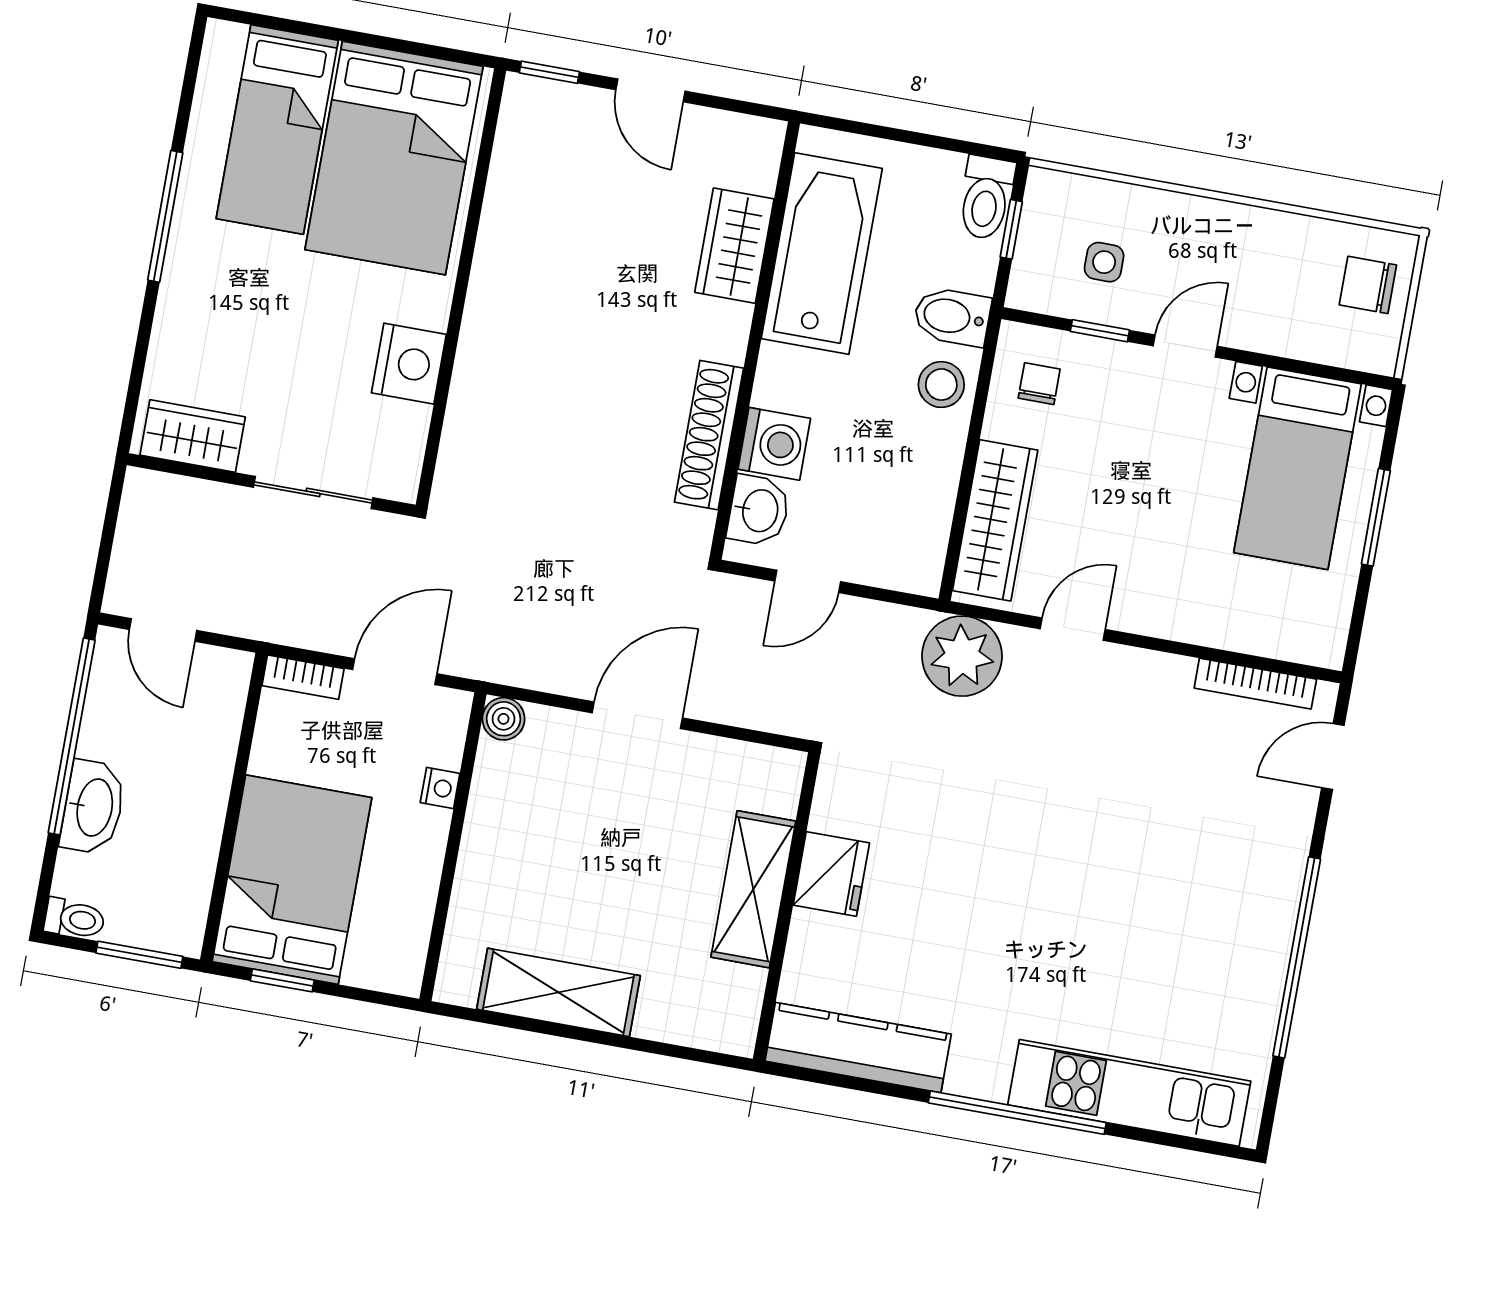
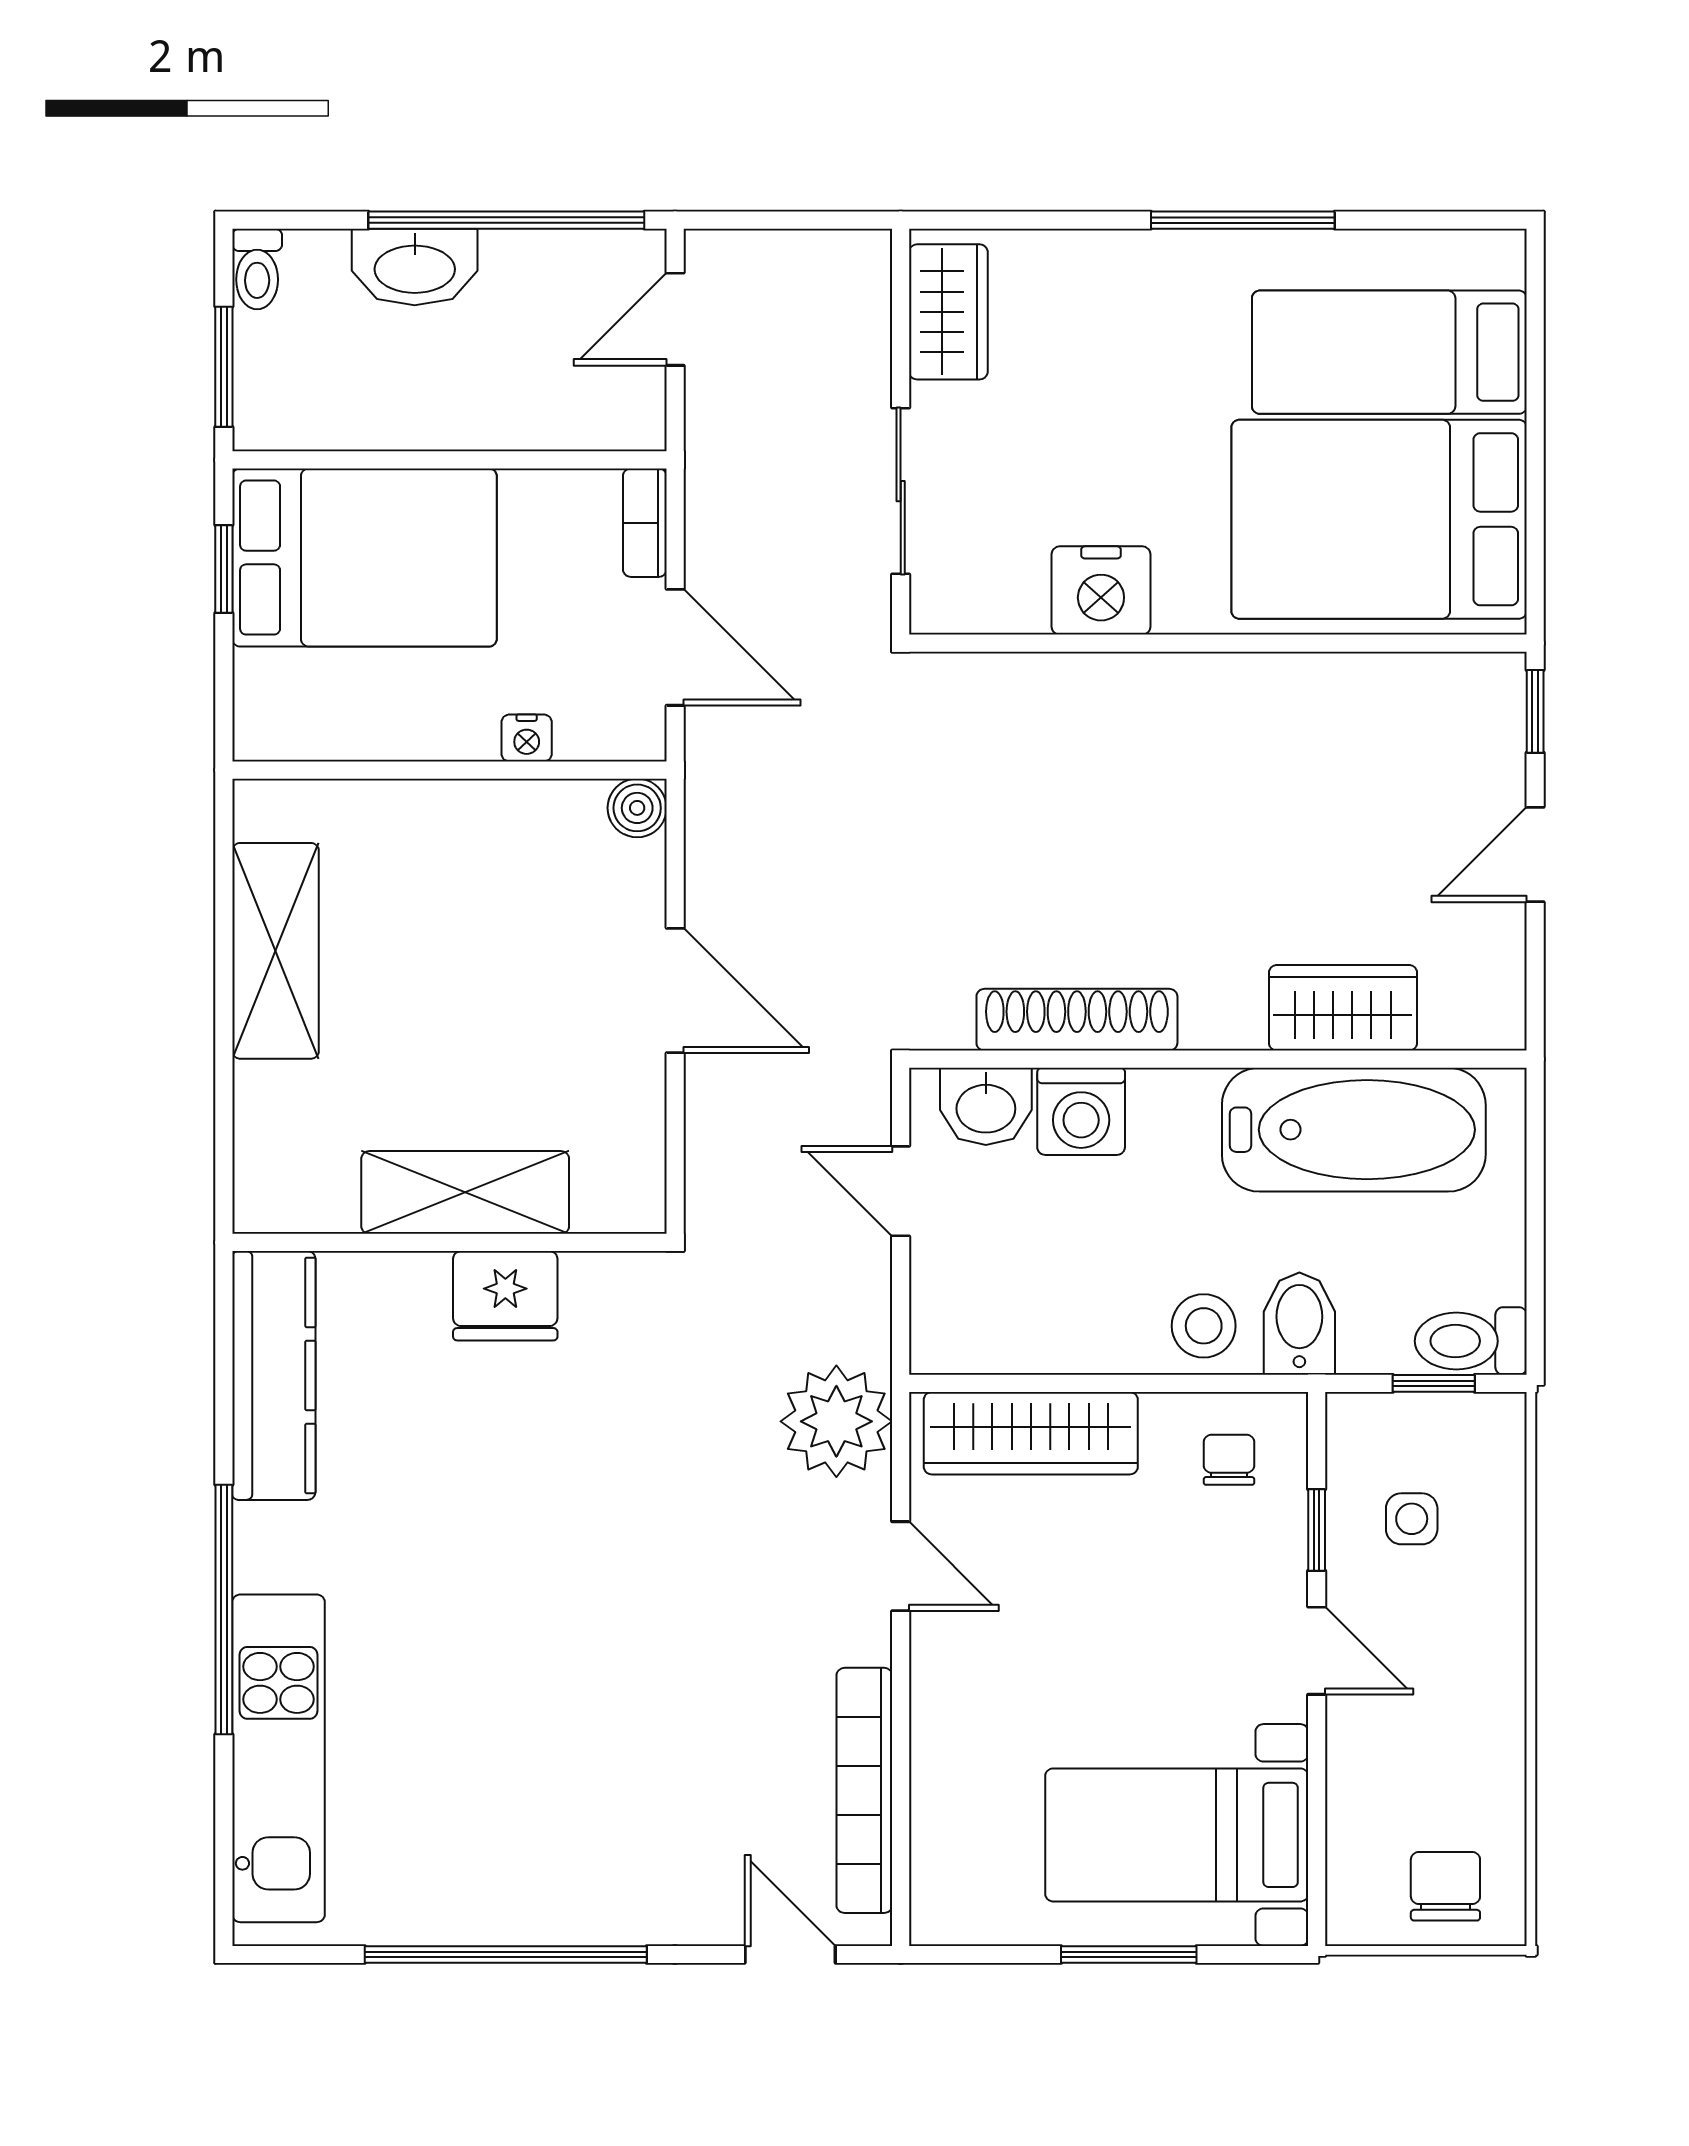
chair: (1039, 384) -> (1229, 1460), turned -90
bookcase: (1255, 684) -> (864, 1790), width x1.48, depth x1.31

